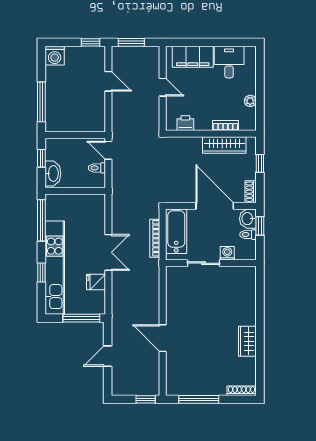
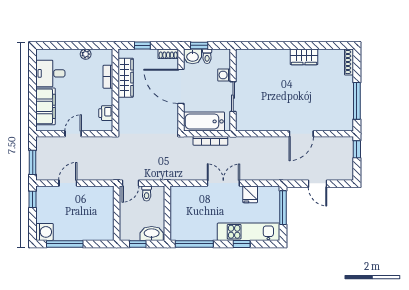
window: (41, 102) -> (65, 244), moved
door: (215, 206) -> (181, 86), hinge flipped
kitchen unit: (55, 268) -> (248, 232), width x0.73

